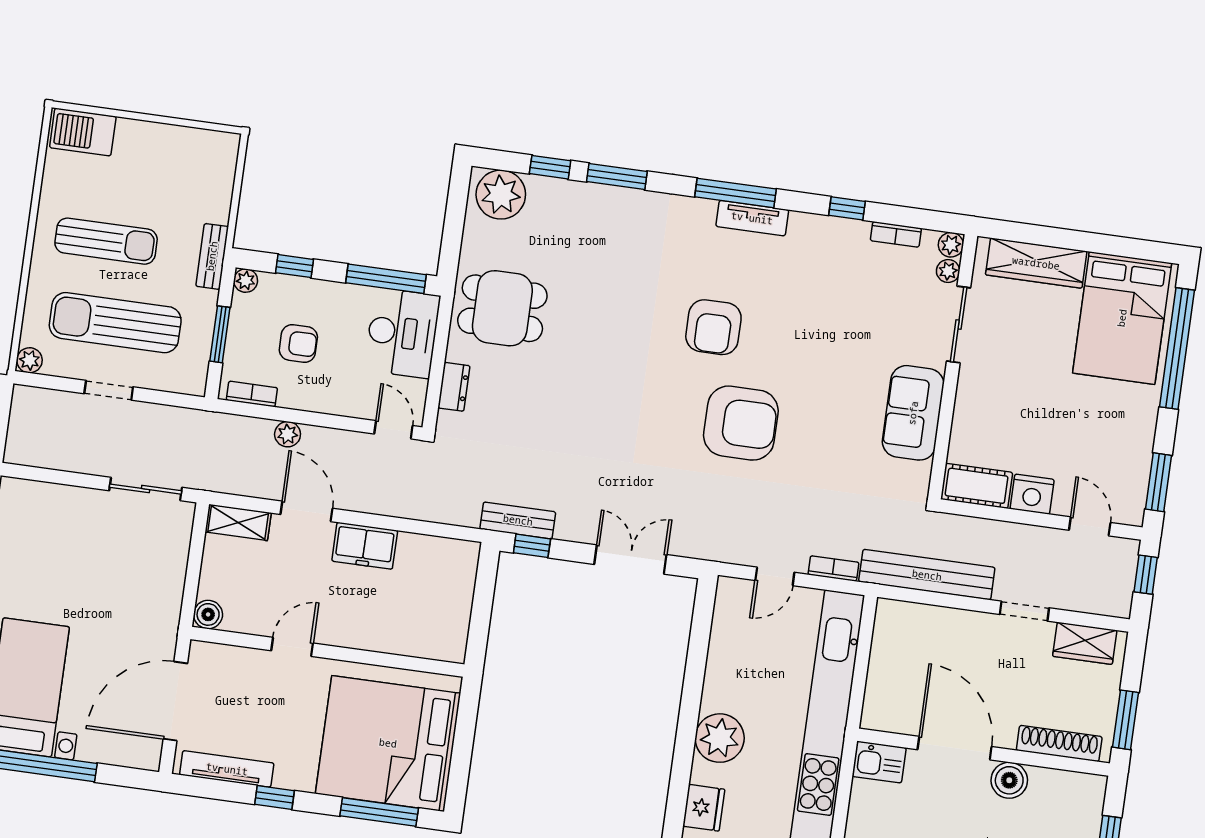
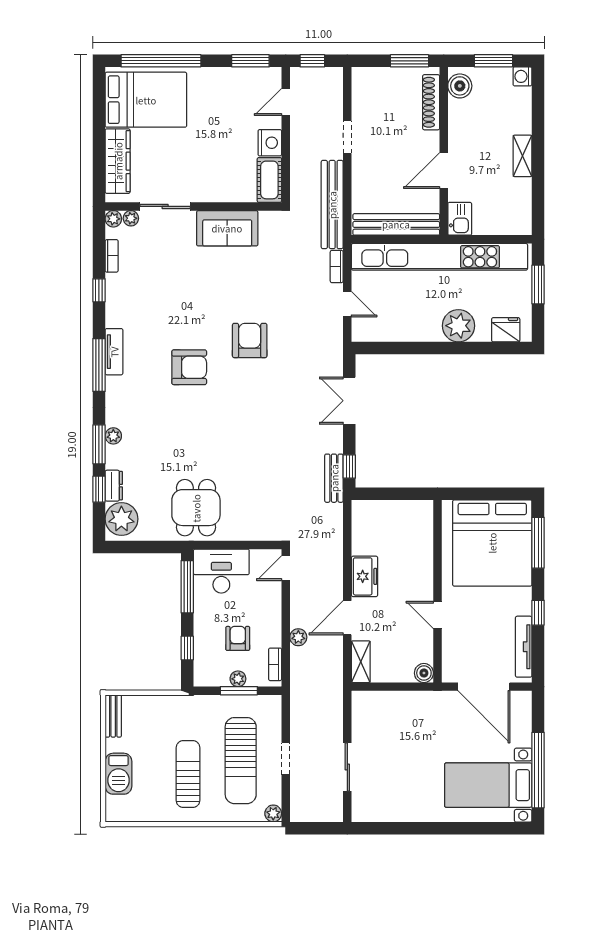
barbecue: (83, 132) -> (118, 774), moved
plant: (627, 200) -> (113, 436), added
bench: (212, 256) -> (113, 716), moved, turned 90
plant: (246, 281) -> (238, 679), moved
dresser: (454, 387) -> (114, 486), moved, turned 90
armchair: (741, 423) -> (250, 340), width x0.73, depth x0.73
sliding door: (146, 489) -> (347, 767), moved
wardrobe: (1085, 643) -> (363, 95), removed
bench: (884, 666) -> (396, 224), added
door: (955, 748) -> (444, 171), width x0.73
boiler: (1009, 780) -> (460, 86), moved

